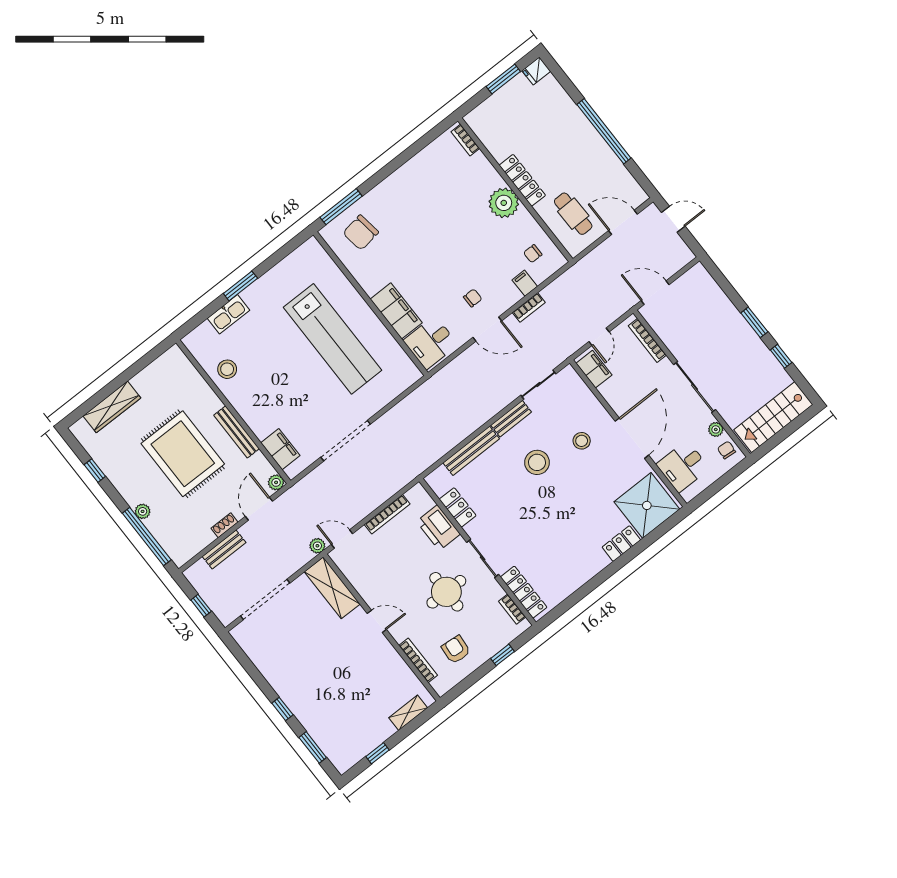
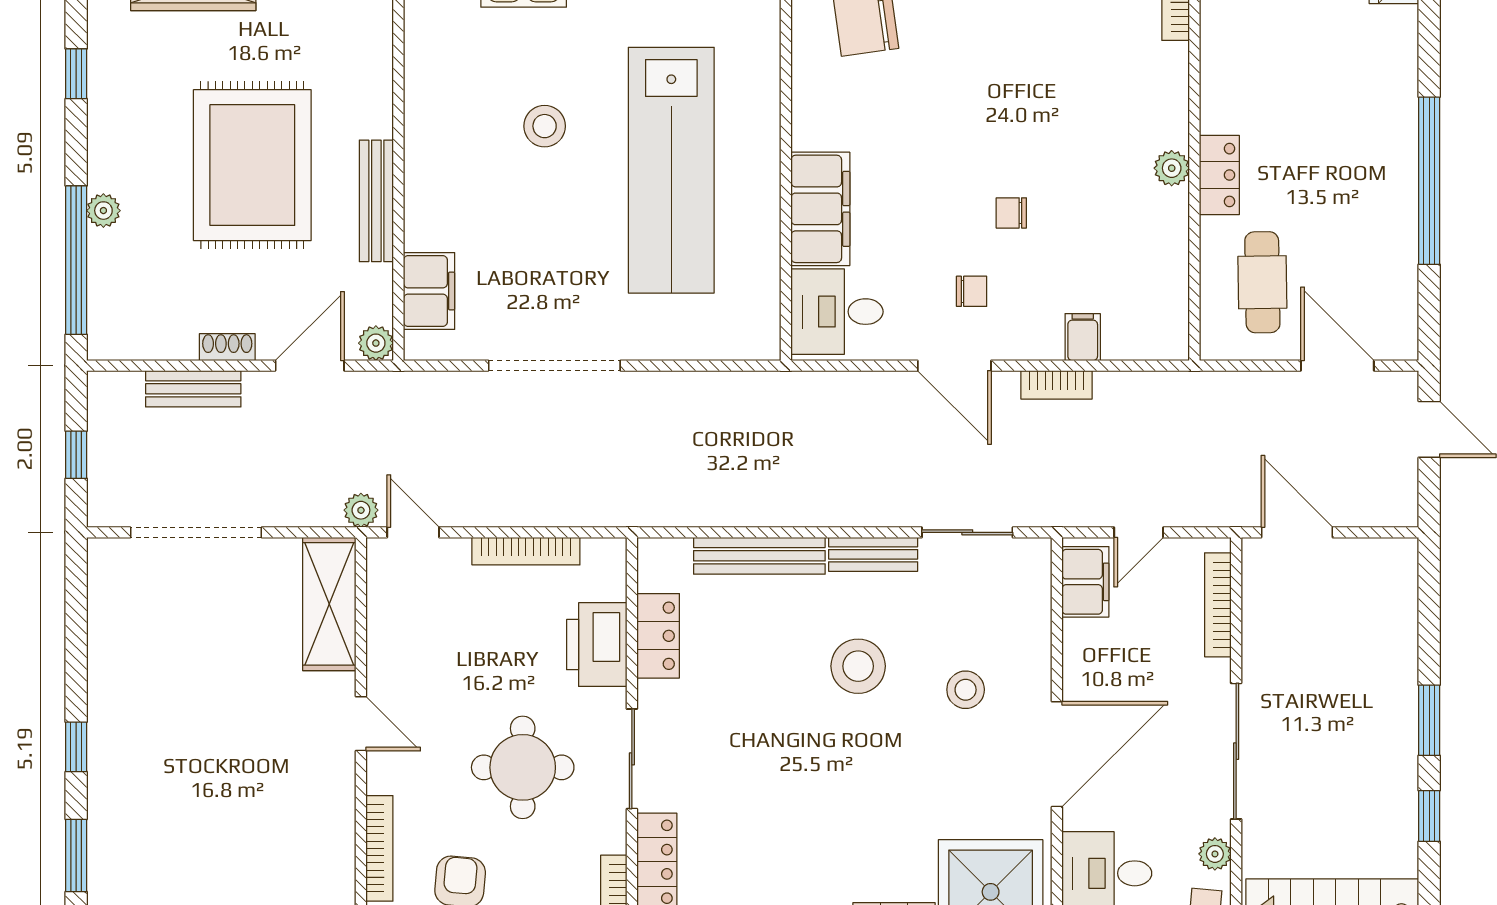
locker: (522, 180) -> (1219, 175), width x0.66
plant: (504, 203) -> (1172, 168), width x0.53, depth x0.53
chair: (533, 254) -> (1011, 213), moved
stool: (227, 369) -> (545, 126), moved

